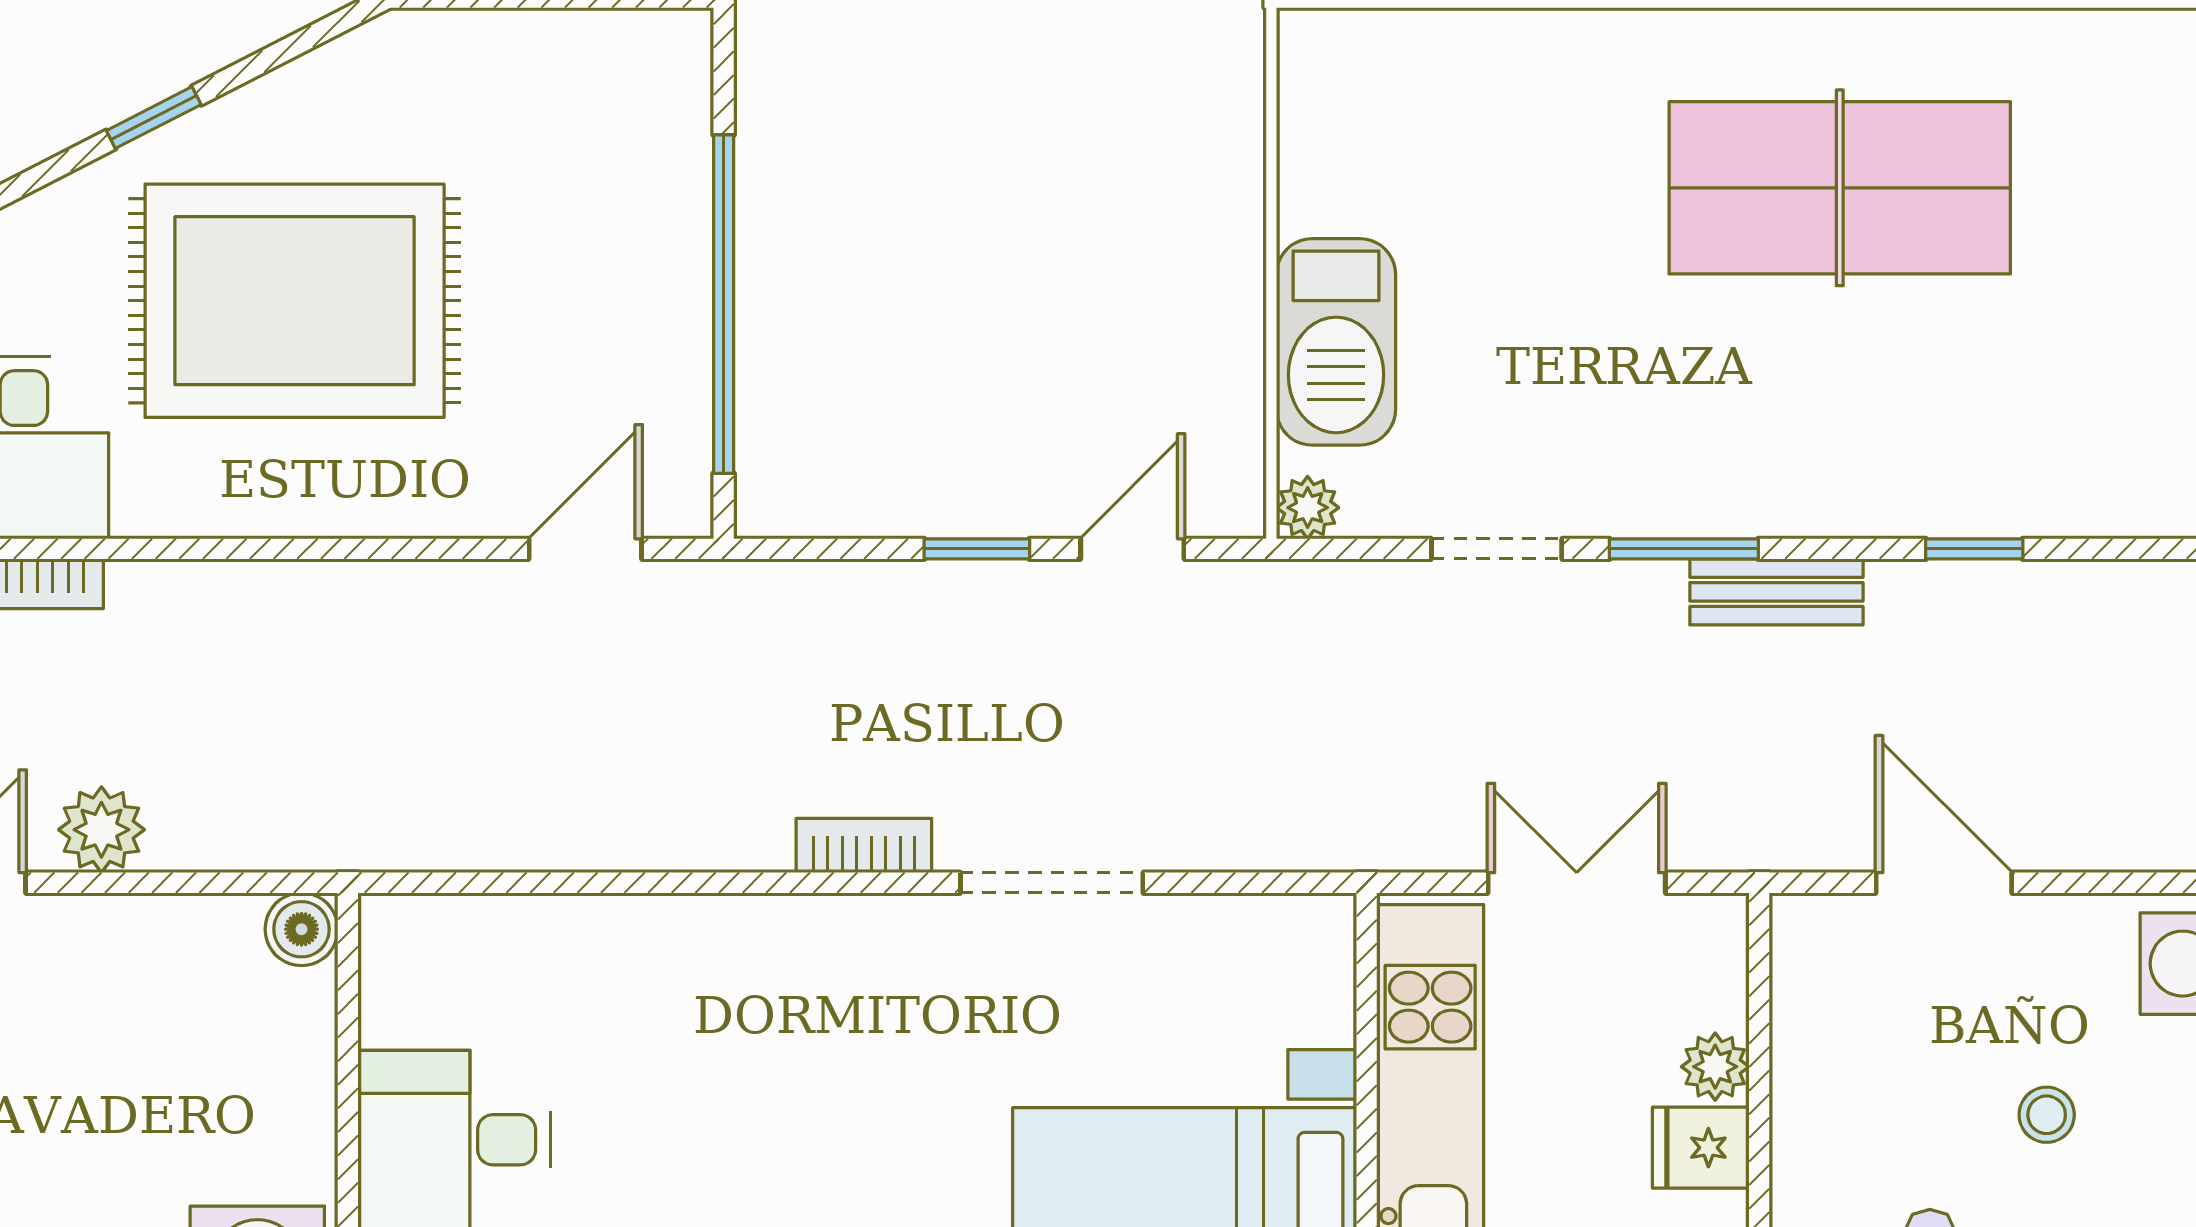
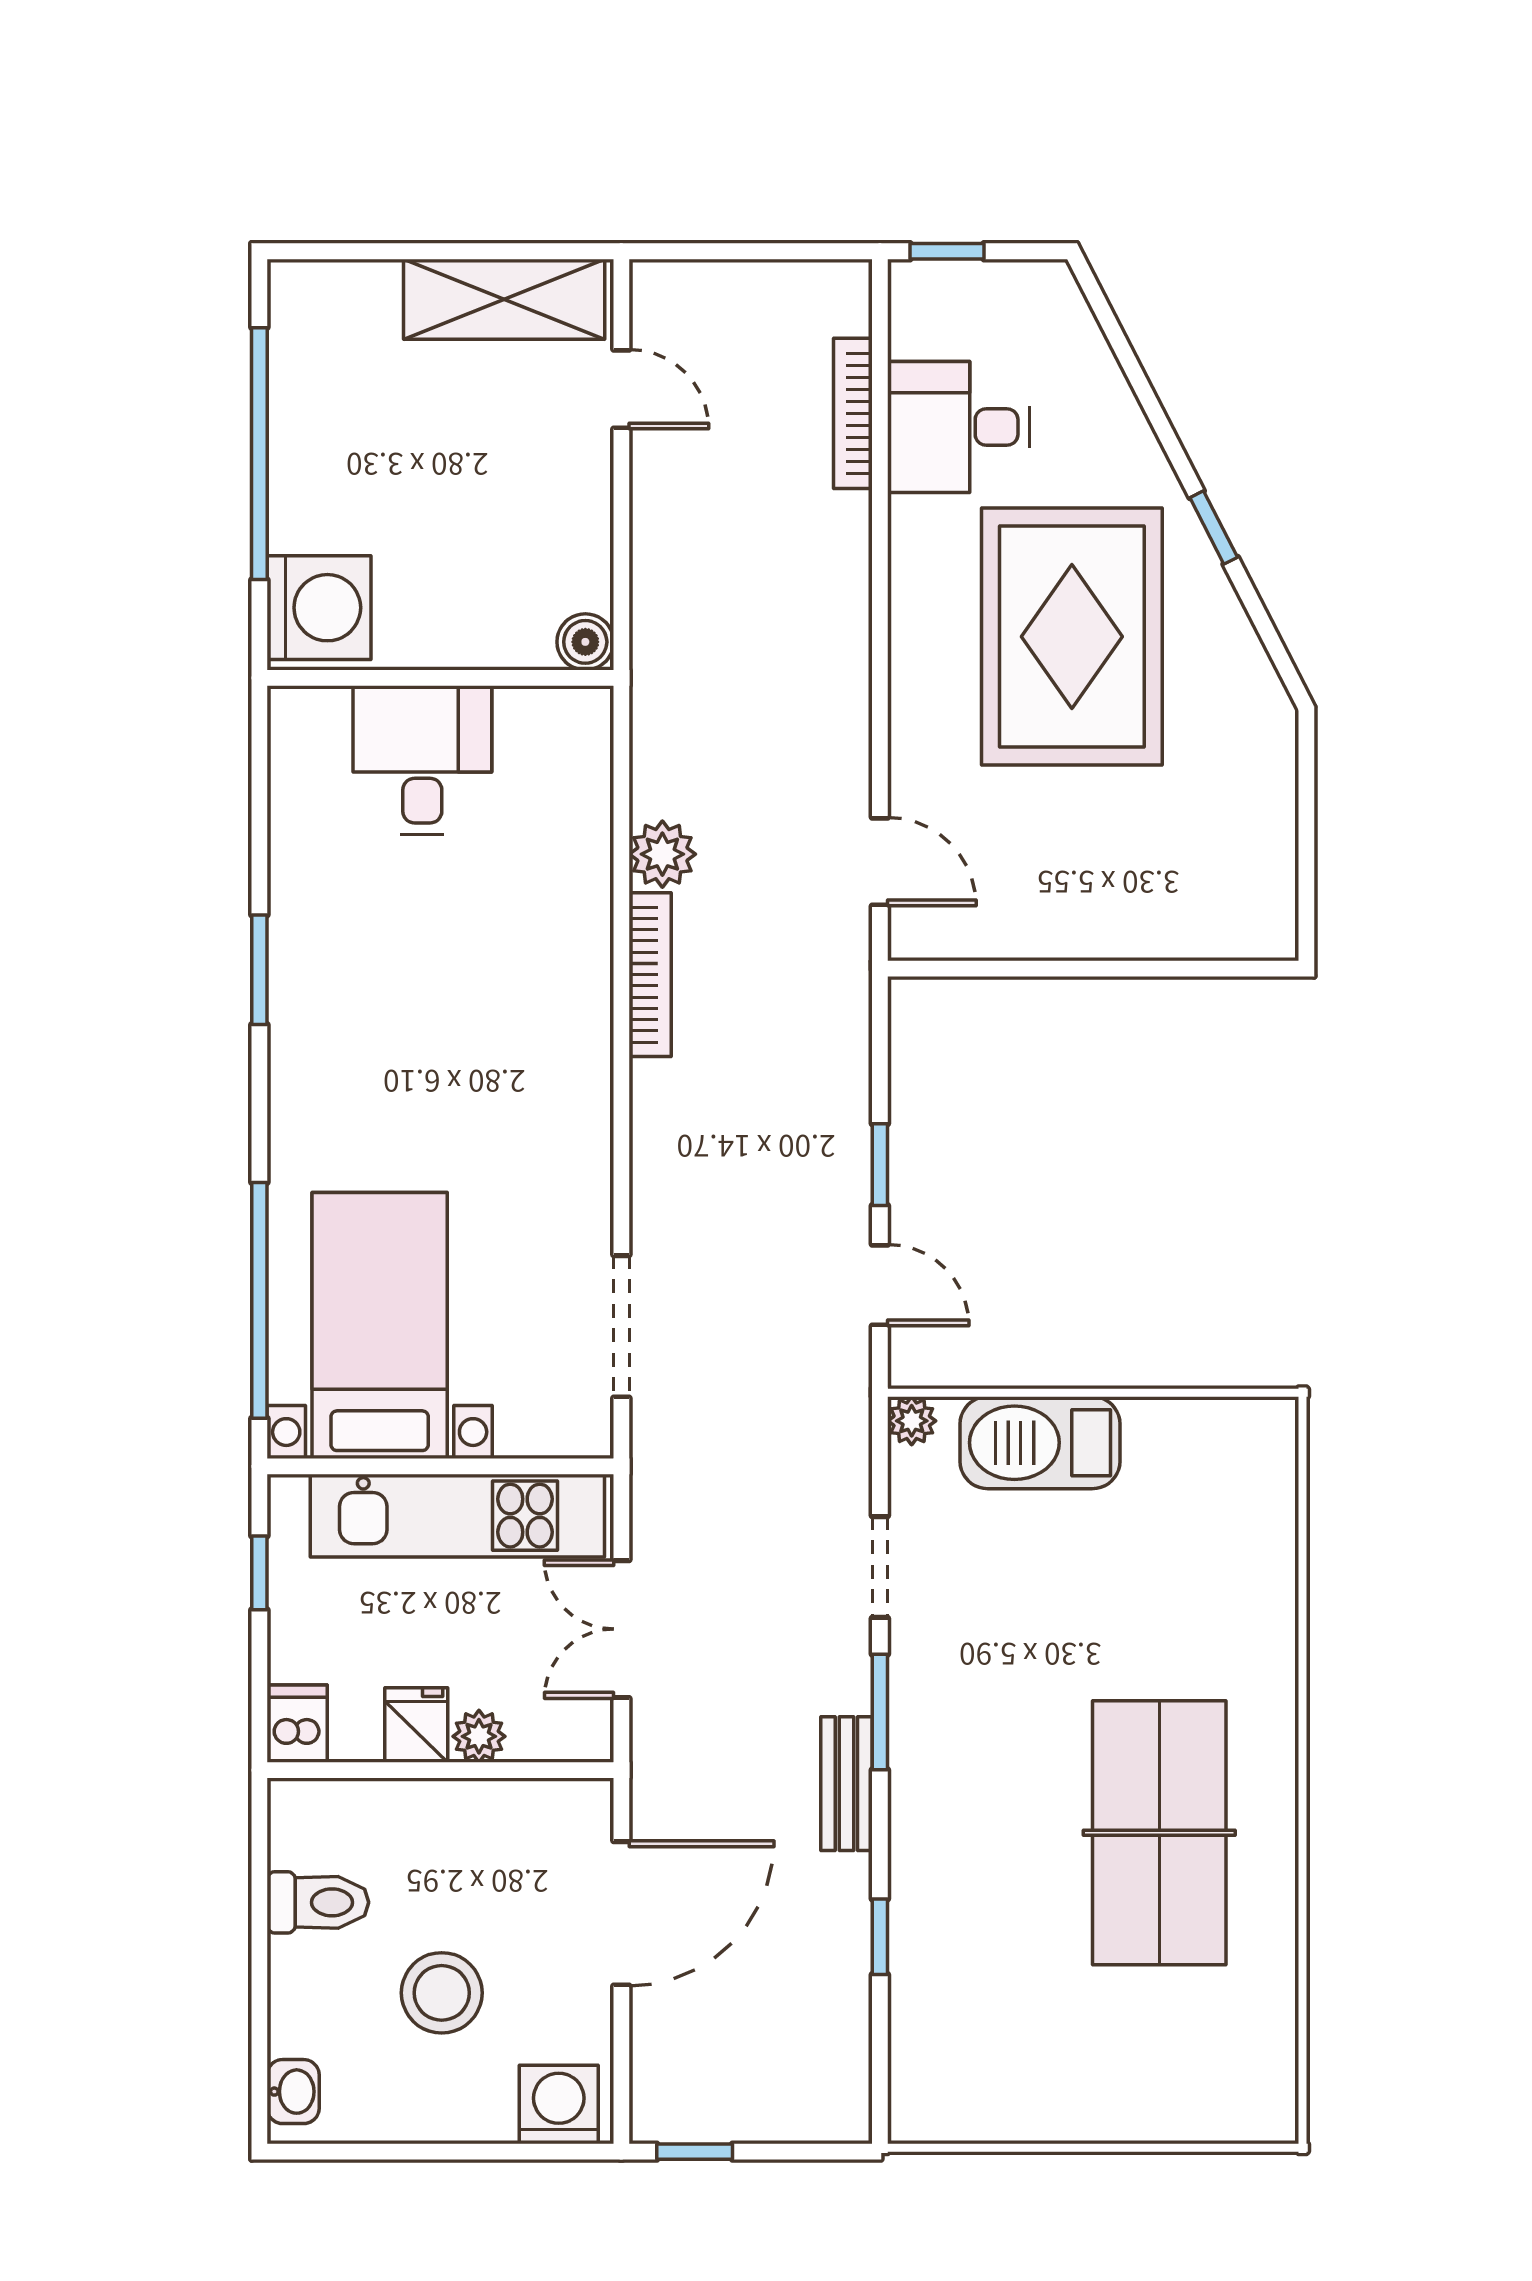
window: (724, 304) -> (1069, 969), removed
plant: (101, 830) -> (662, 854), moved
bookcase: (864, 846) -> (650, 975), moved, width x1.56
doorway: (1052, 883) -> (621, 1326), moved
double door: (1577, 883) -> (621, 1629), swing flipped
door: (1944, 883) -> (621, 1913), width x1.36
stool: (2047, 1115) -> (442, 1993), width x1.89, depth x1.89

